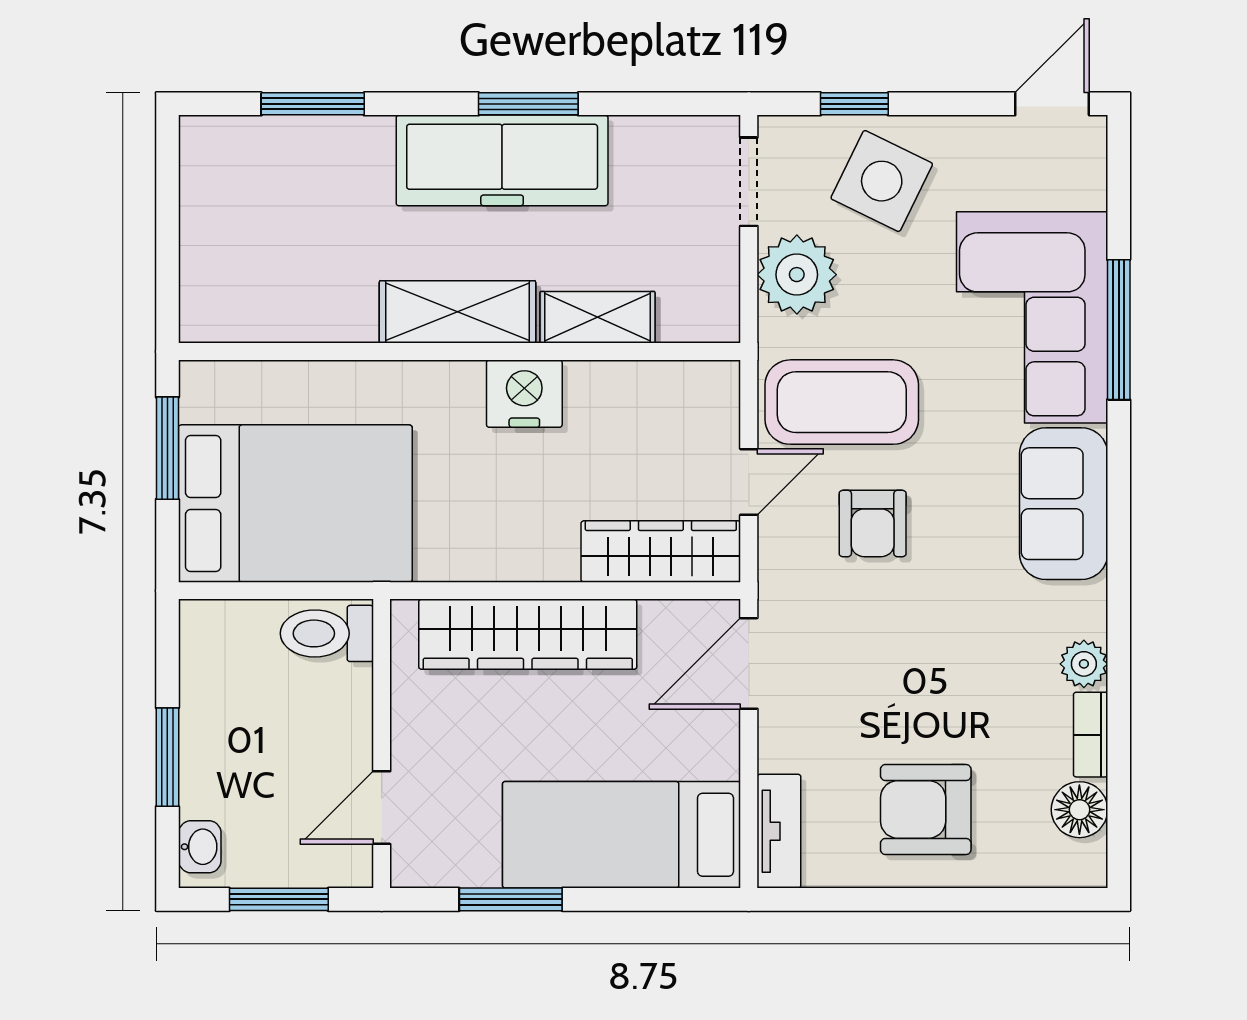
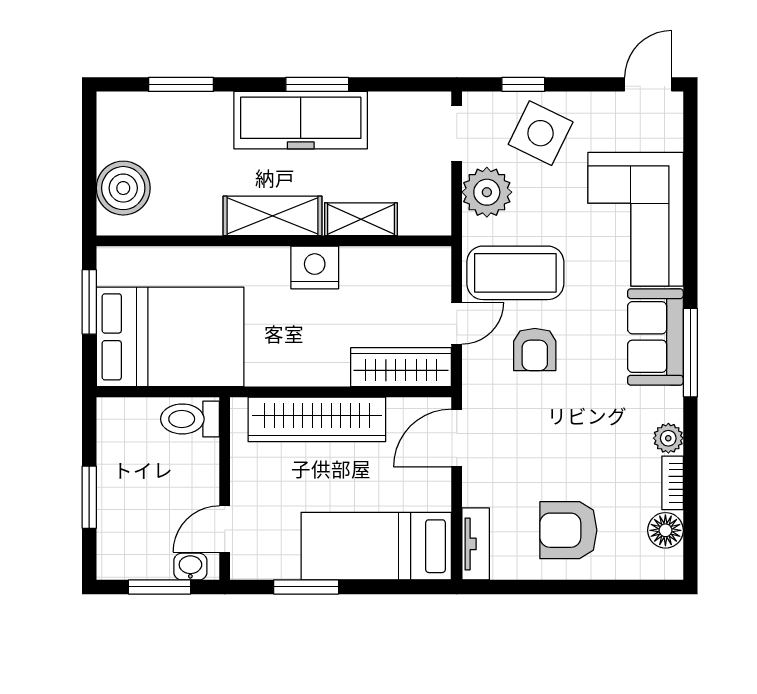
boiler: (221, 268) -> (123, 188), added
window: (1119, 330) -> (690, 353), moved
washbasin: (200, 847) -> (190, 567), moved, turned -90

